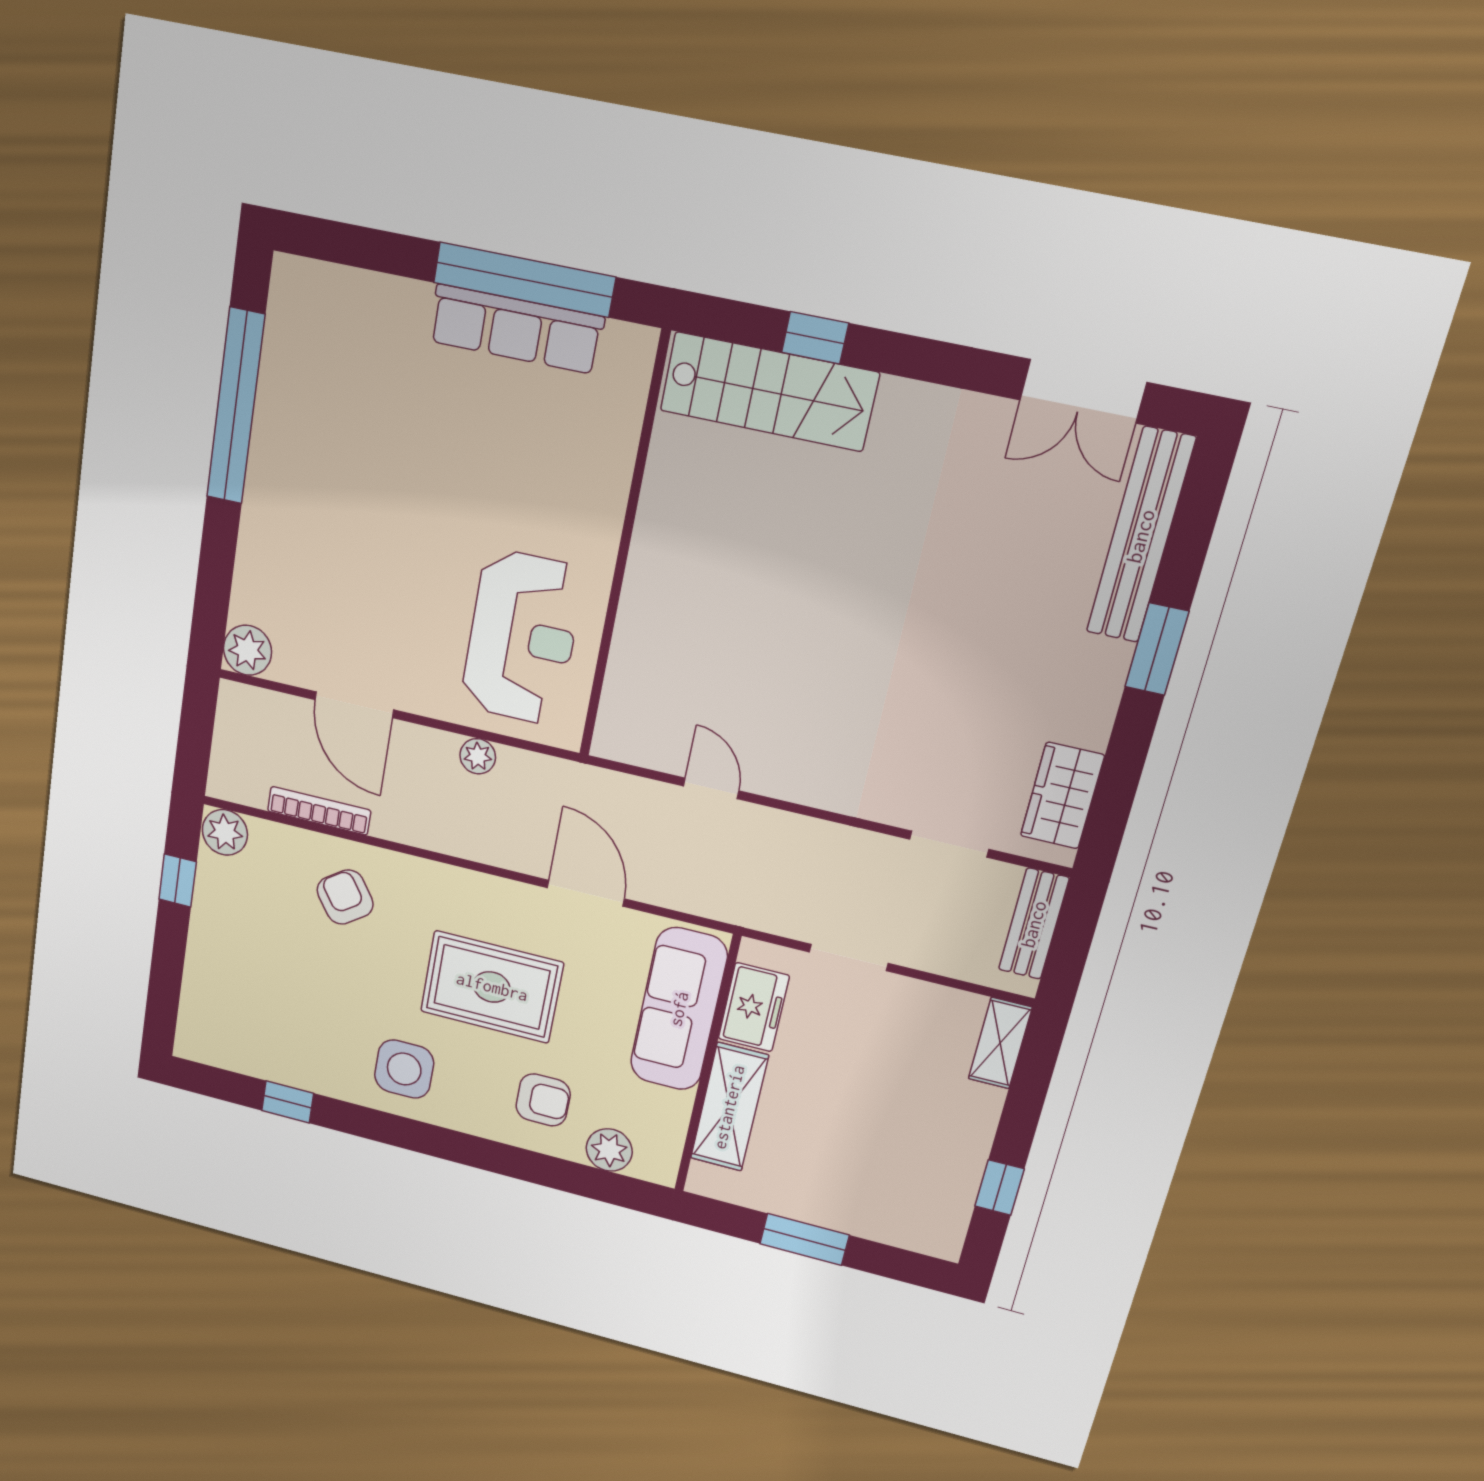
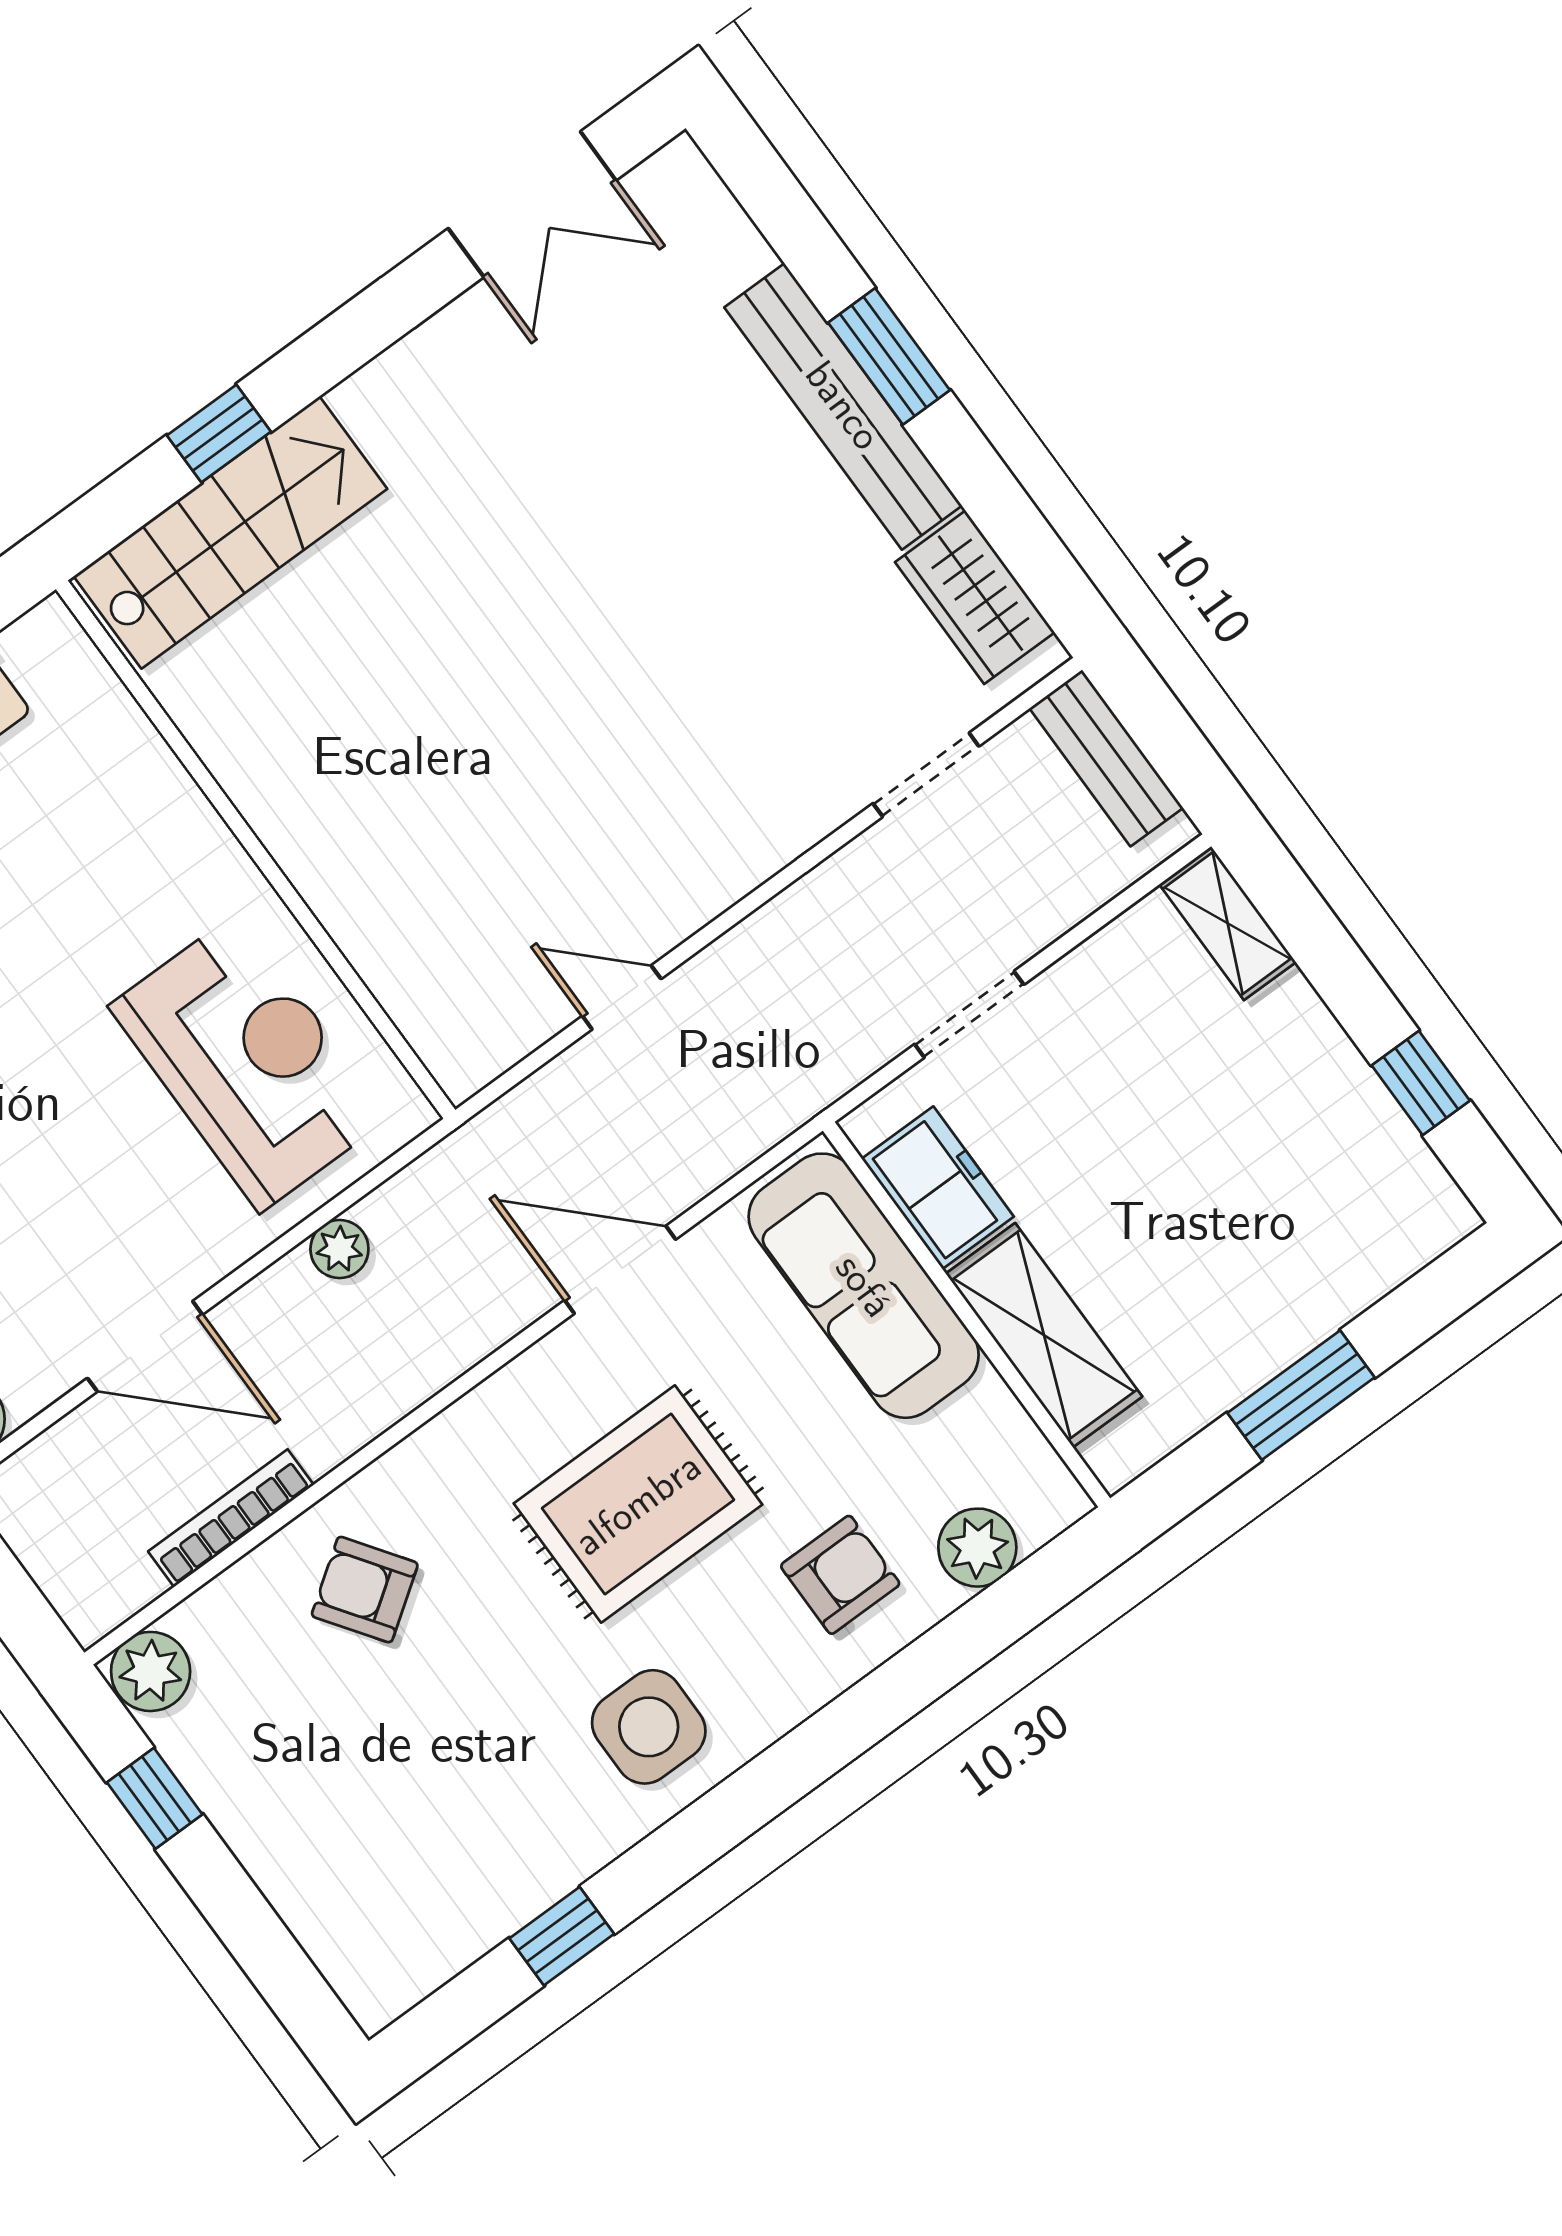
bench: (1141, 536) -> (843, 406), moved

